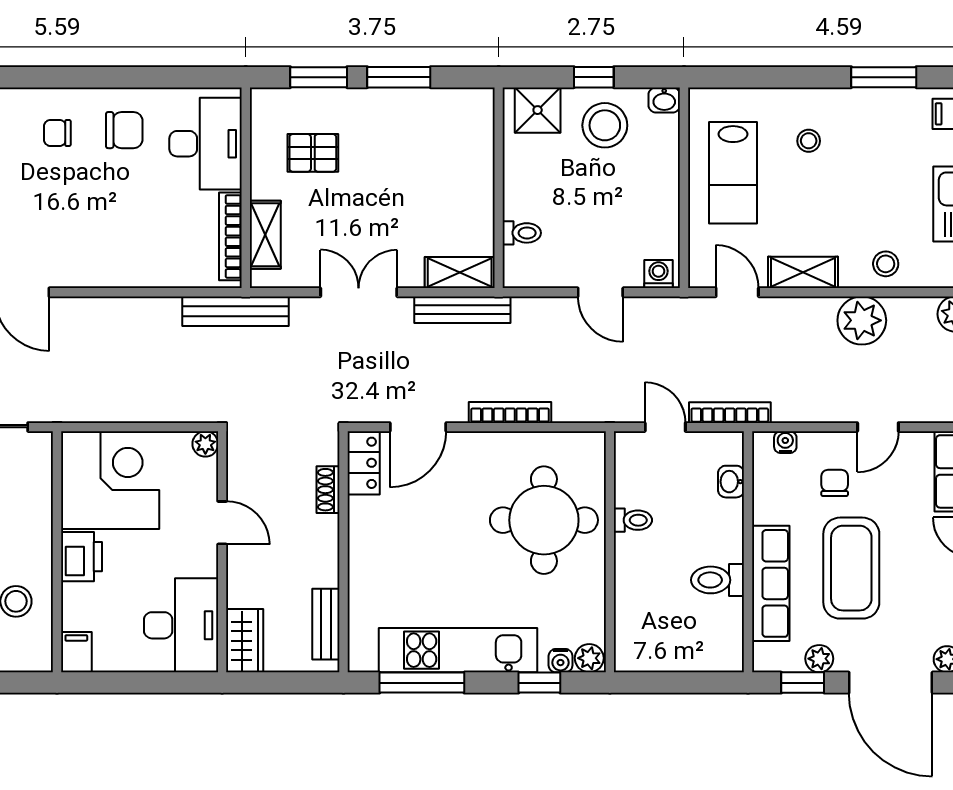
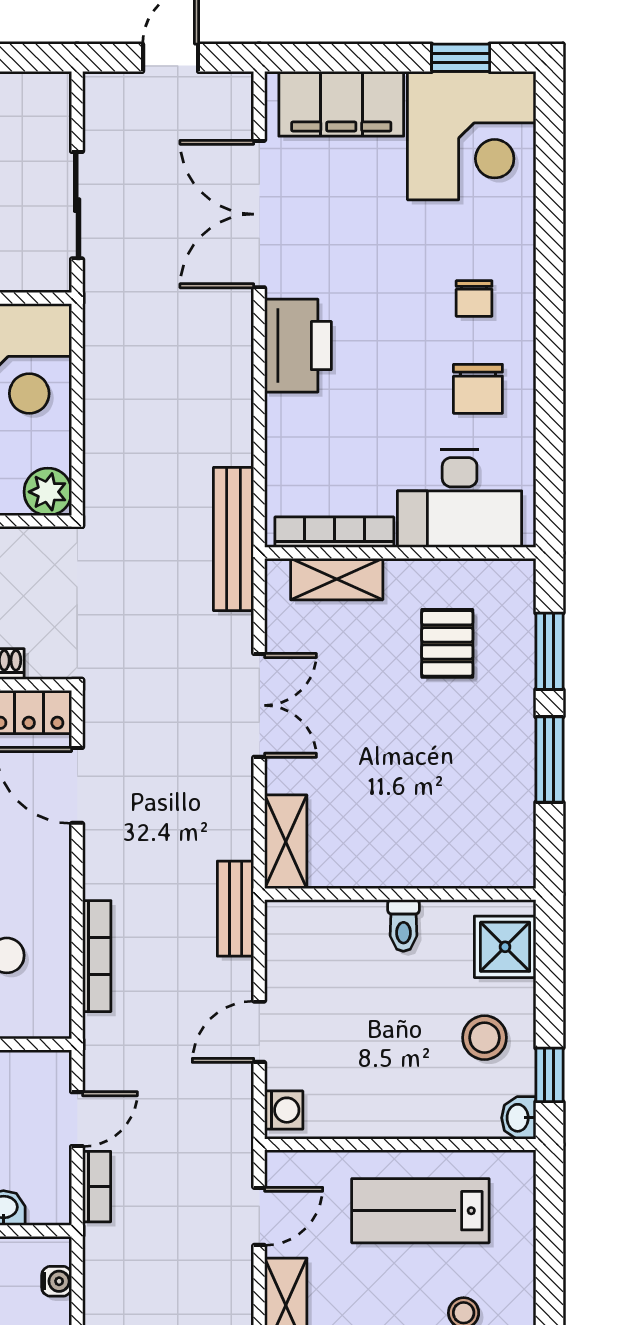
window: (594, 77) -> (549, 1075), moved
stool: (605, 125) -> (484, 1038), width x0.73, depth x0.73
chair: (57, 133) -> (474, 299), turned 180
toilet: (522, 233) -> (403, 925), moved
printer: (92, 263) -> (298, 346), added
bench: (462, 310) -> (235, 909), moved, width x0.73
bookcase: (510, 412) -> (97, 956), moved
bookcase: (730, 413) -> (97, 1187), width x0.64
plant: (205, 444) -> (48, 492), width x1.38, depth x1.38

